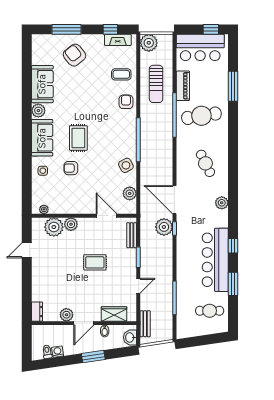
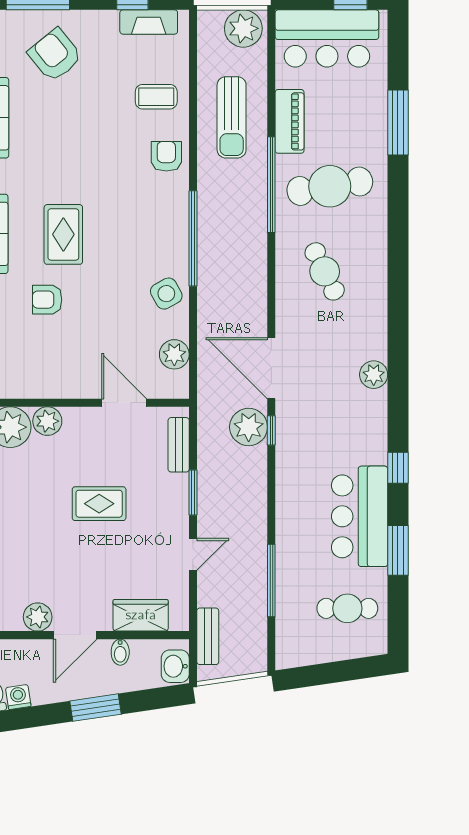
plant: (149, 43) -> (243, 28), moved
cafe table: (205, 163) -> (325, 271), moved
bar counter: (215, 260) -> (360, 516), width x0.73

